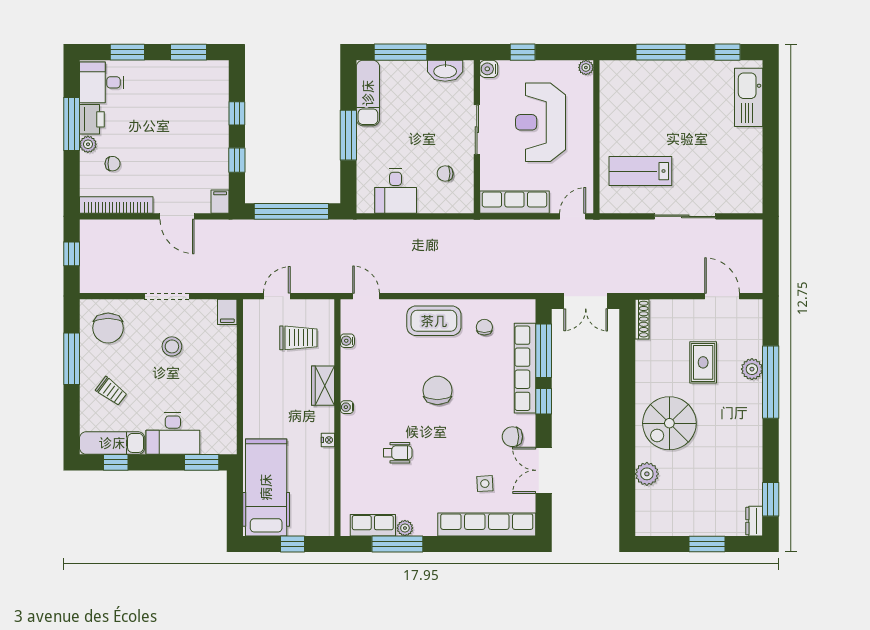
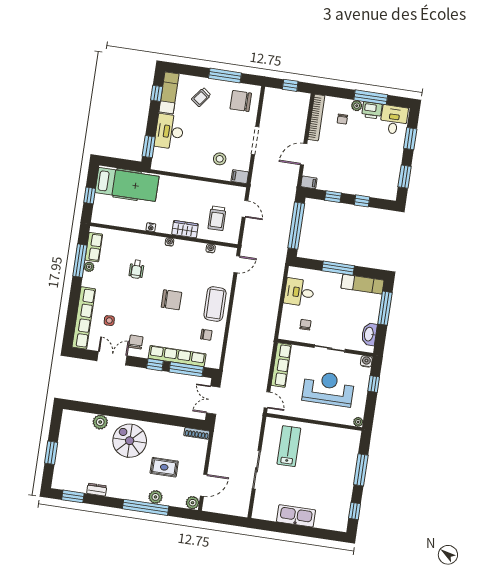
kitchen sink: (749, 97) -> (296, 516), moved
plant: (752, 309) -> (193, 503), added
stool: (172, 346) -> (220, 159), moved
dresser: (754, 521) -> (97, 490), moved

